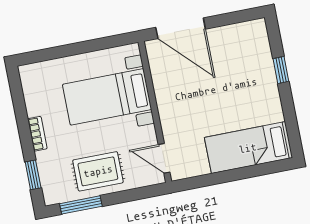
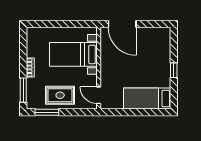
window: (281, 70) -> (174, 70), moved
window: (33, 175) -> (23, 90), width x1.50

